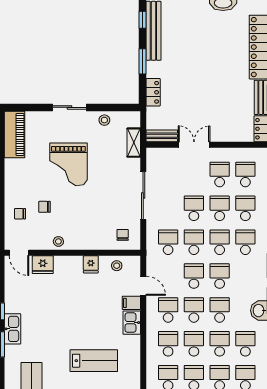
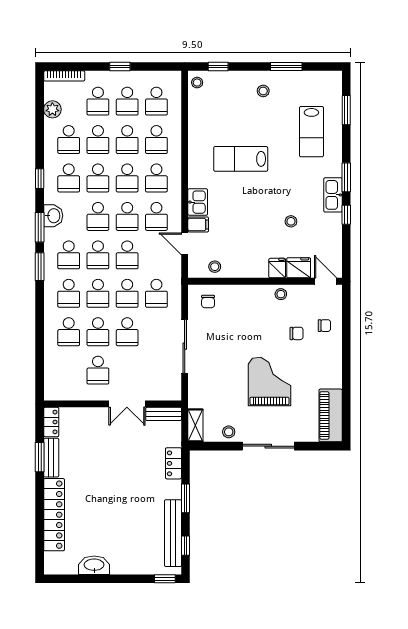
sliding door: (69, 107) -> (268, 446), width x1.37
shelving: (134, 143) -> (195, 425), moved
school desk: (245, 174) -> (69, 255), moved
fridge: (91, 264) -> (277, 268), moved
stool: (50, 306) -> (291, 221), added

